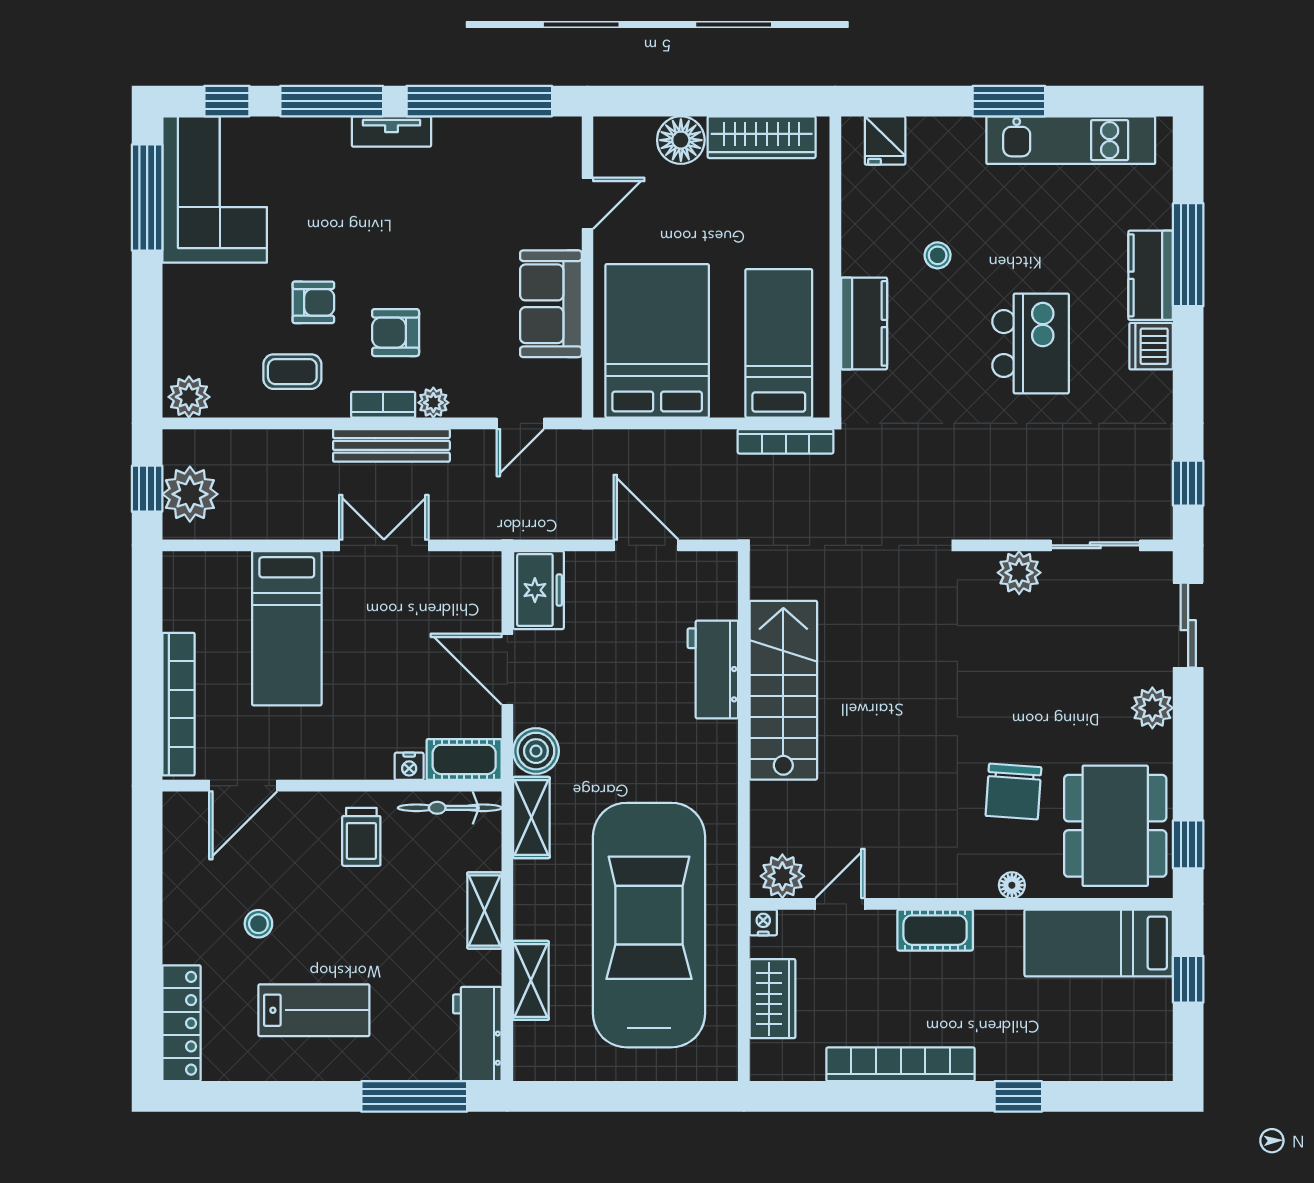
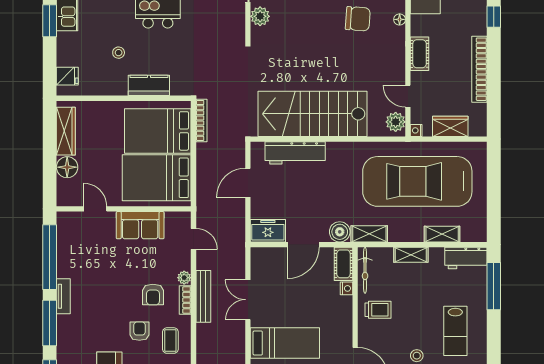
bed: (779, 343) -> (158, 131), width x1.50
workbench: (713, 670) -> (295, 153), width x1.38
stairs: (783, 690) -> (313, 114), width x1.36, depth x1.51
lab bench: (314, 1010) -> (455, 331), turned 180

